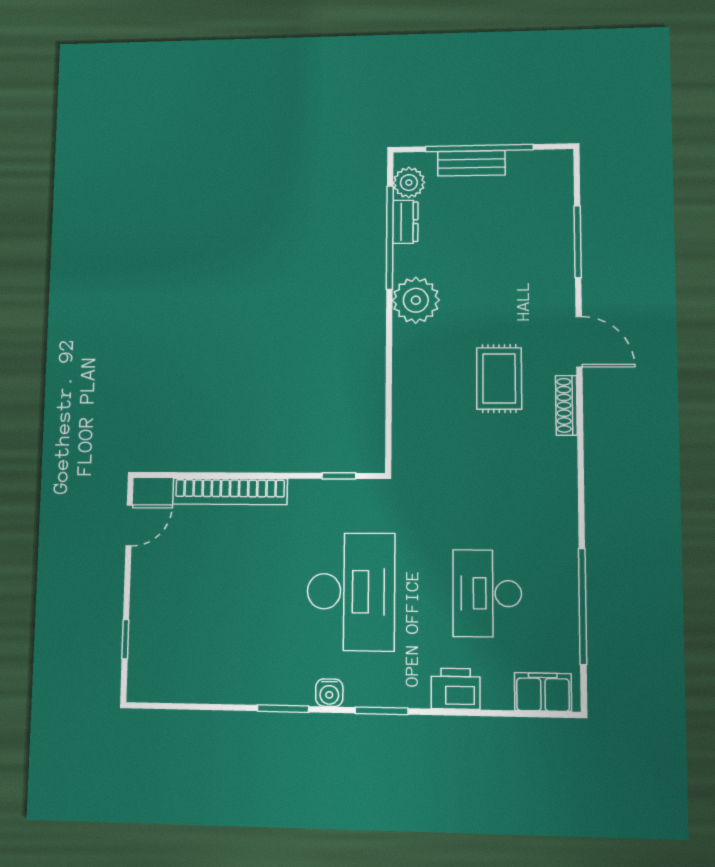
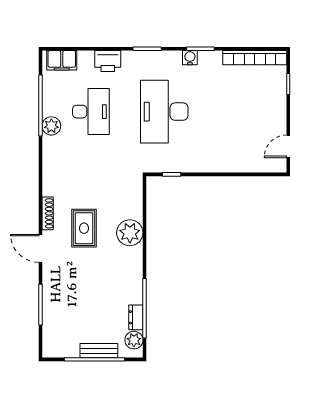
plant: (416, 300) -> (130, 233), moved
bookcase: (230, 491) -> (255, 58), moved, turned 180
plant: (561, 567) -> (51, 126), added
water cooler: (329, 693) -> (190, 58), moved

